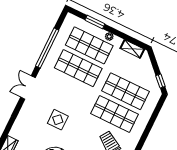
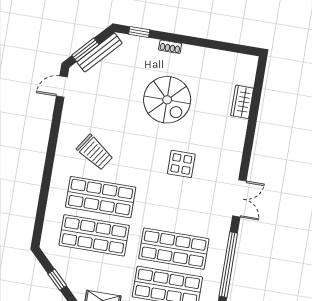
window: (160, 81) -> (57, 280), moved

